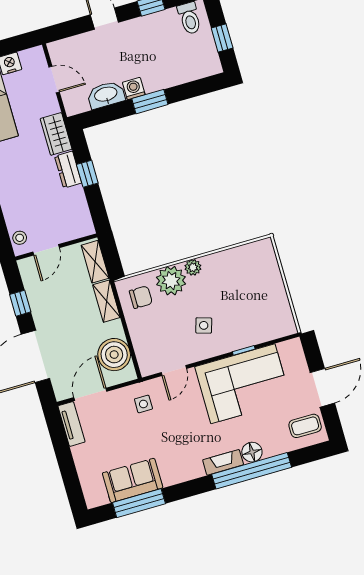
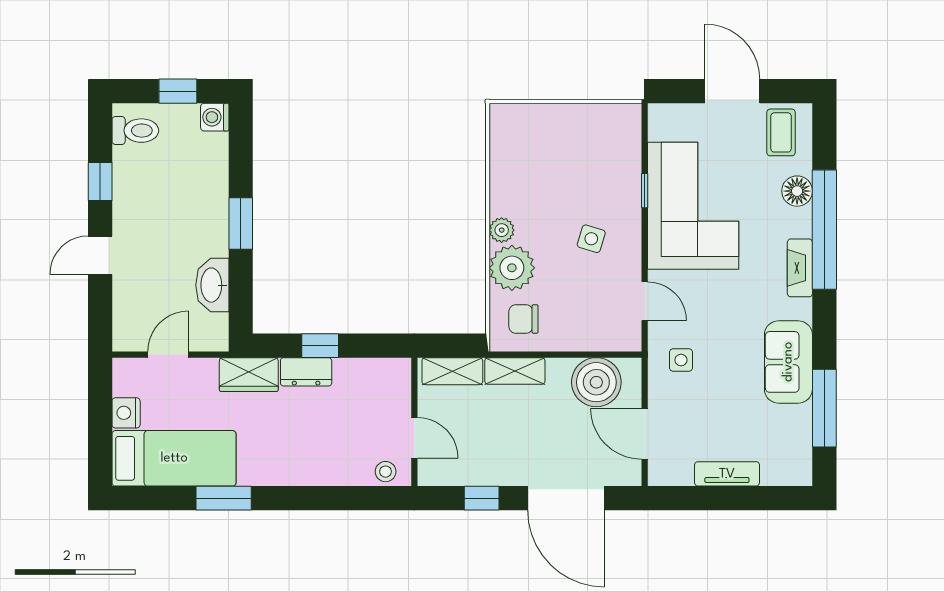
washing machine: (134, 88) -> (215, 117), moved
chair: (141, 297) -> (523, 319), turned -90
tv unit: (71, 424) -> (727, 474), moved
floor lamp: (252, 452) -> (797, 191), moved
sofa: (133, 480) -> (788, 362), moved

